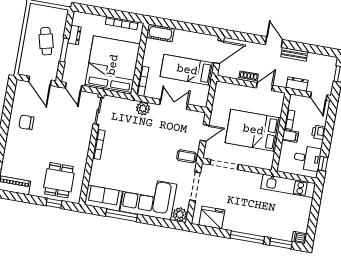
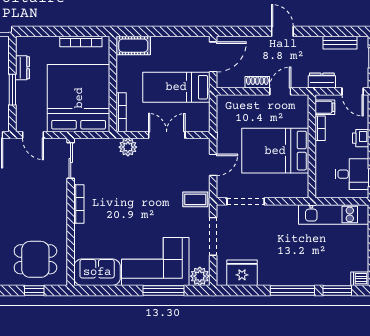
bench: (294, 54) -> (340, 43), moved
filing cabinet: (290, 136) -> (325, 107), moved
dining table: (59, 180) -> (35, 259), turned 90
window: (122, 215) -> (163, 290), moved

